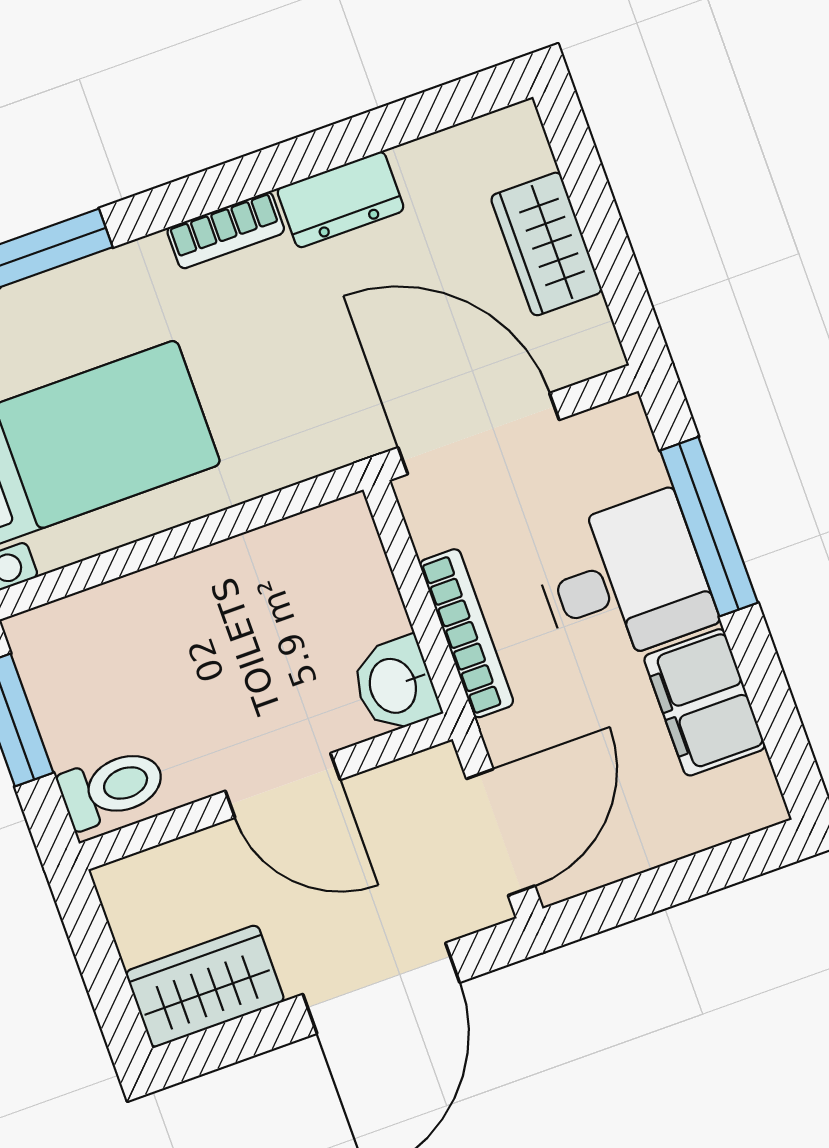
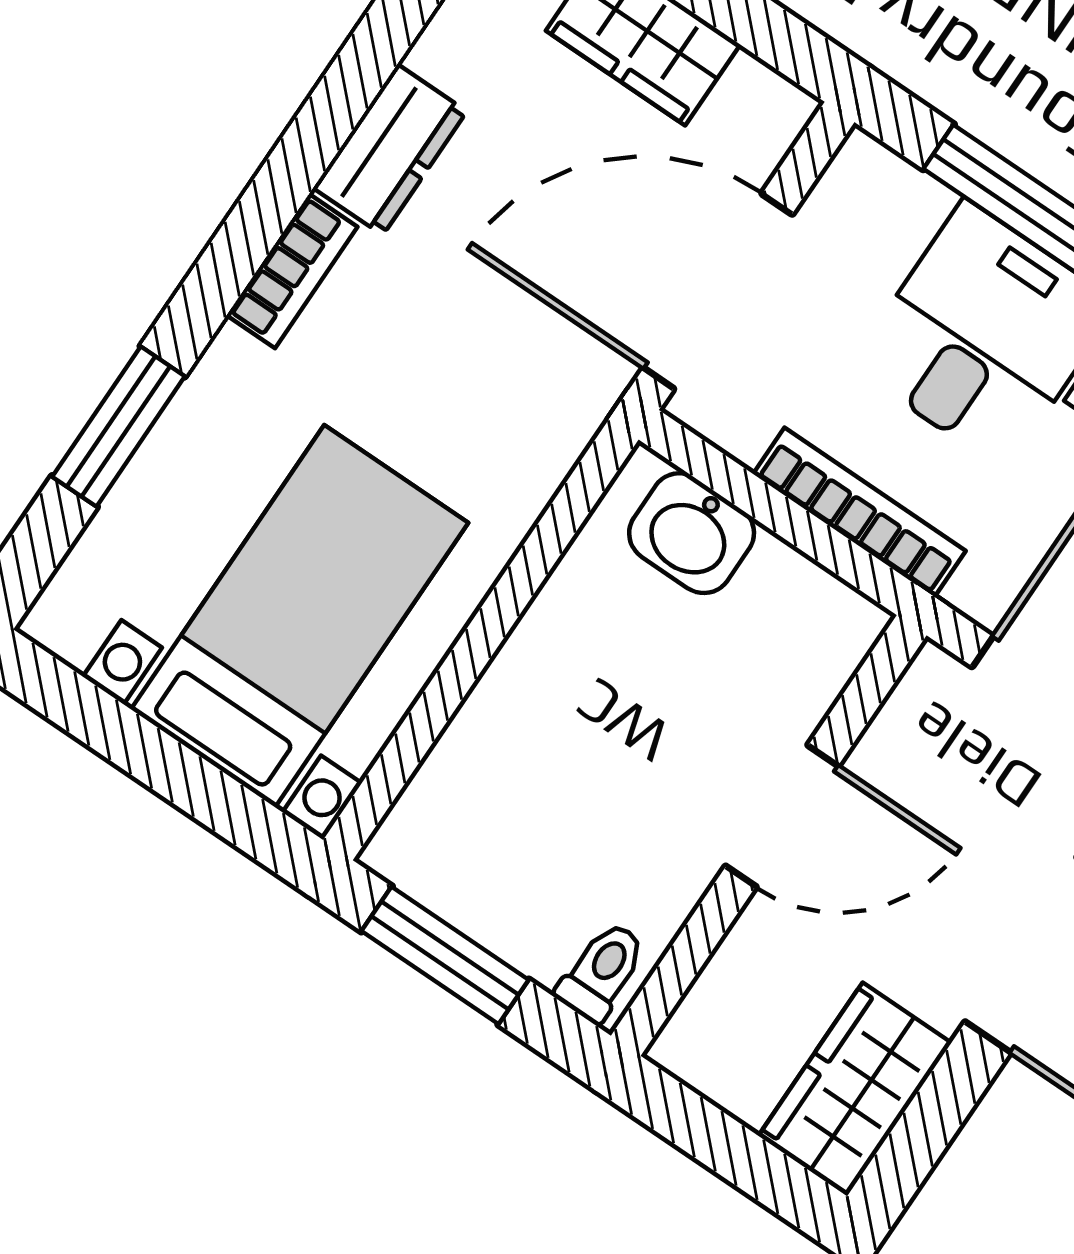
washbasin: (395, 685) -> (692, 533), moved
toilet: (112, 788) -> (602, 972), width x0.73, depth x0.72

